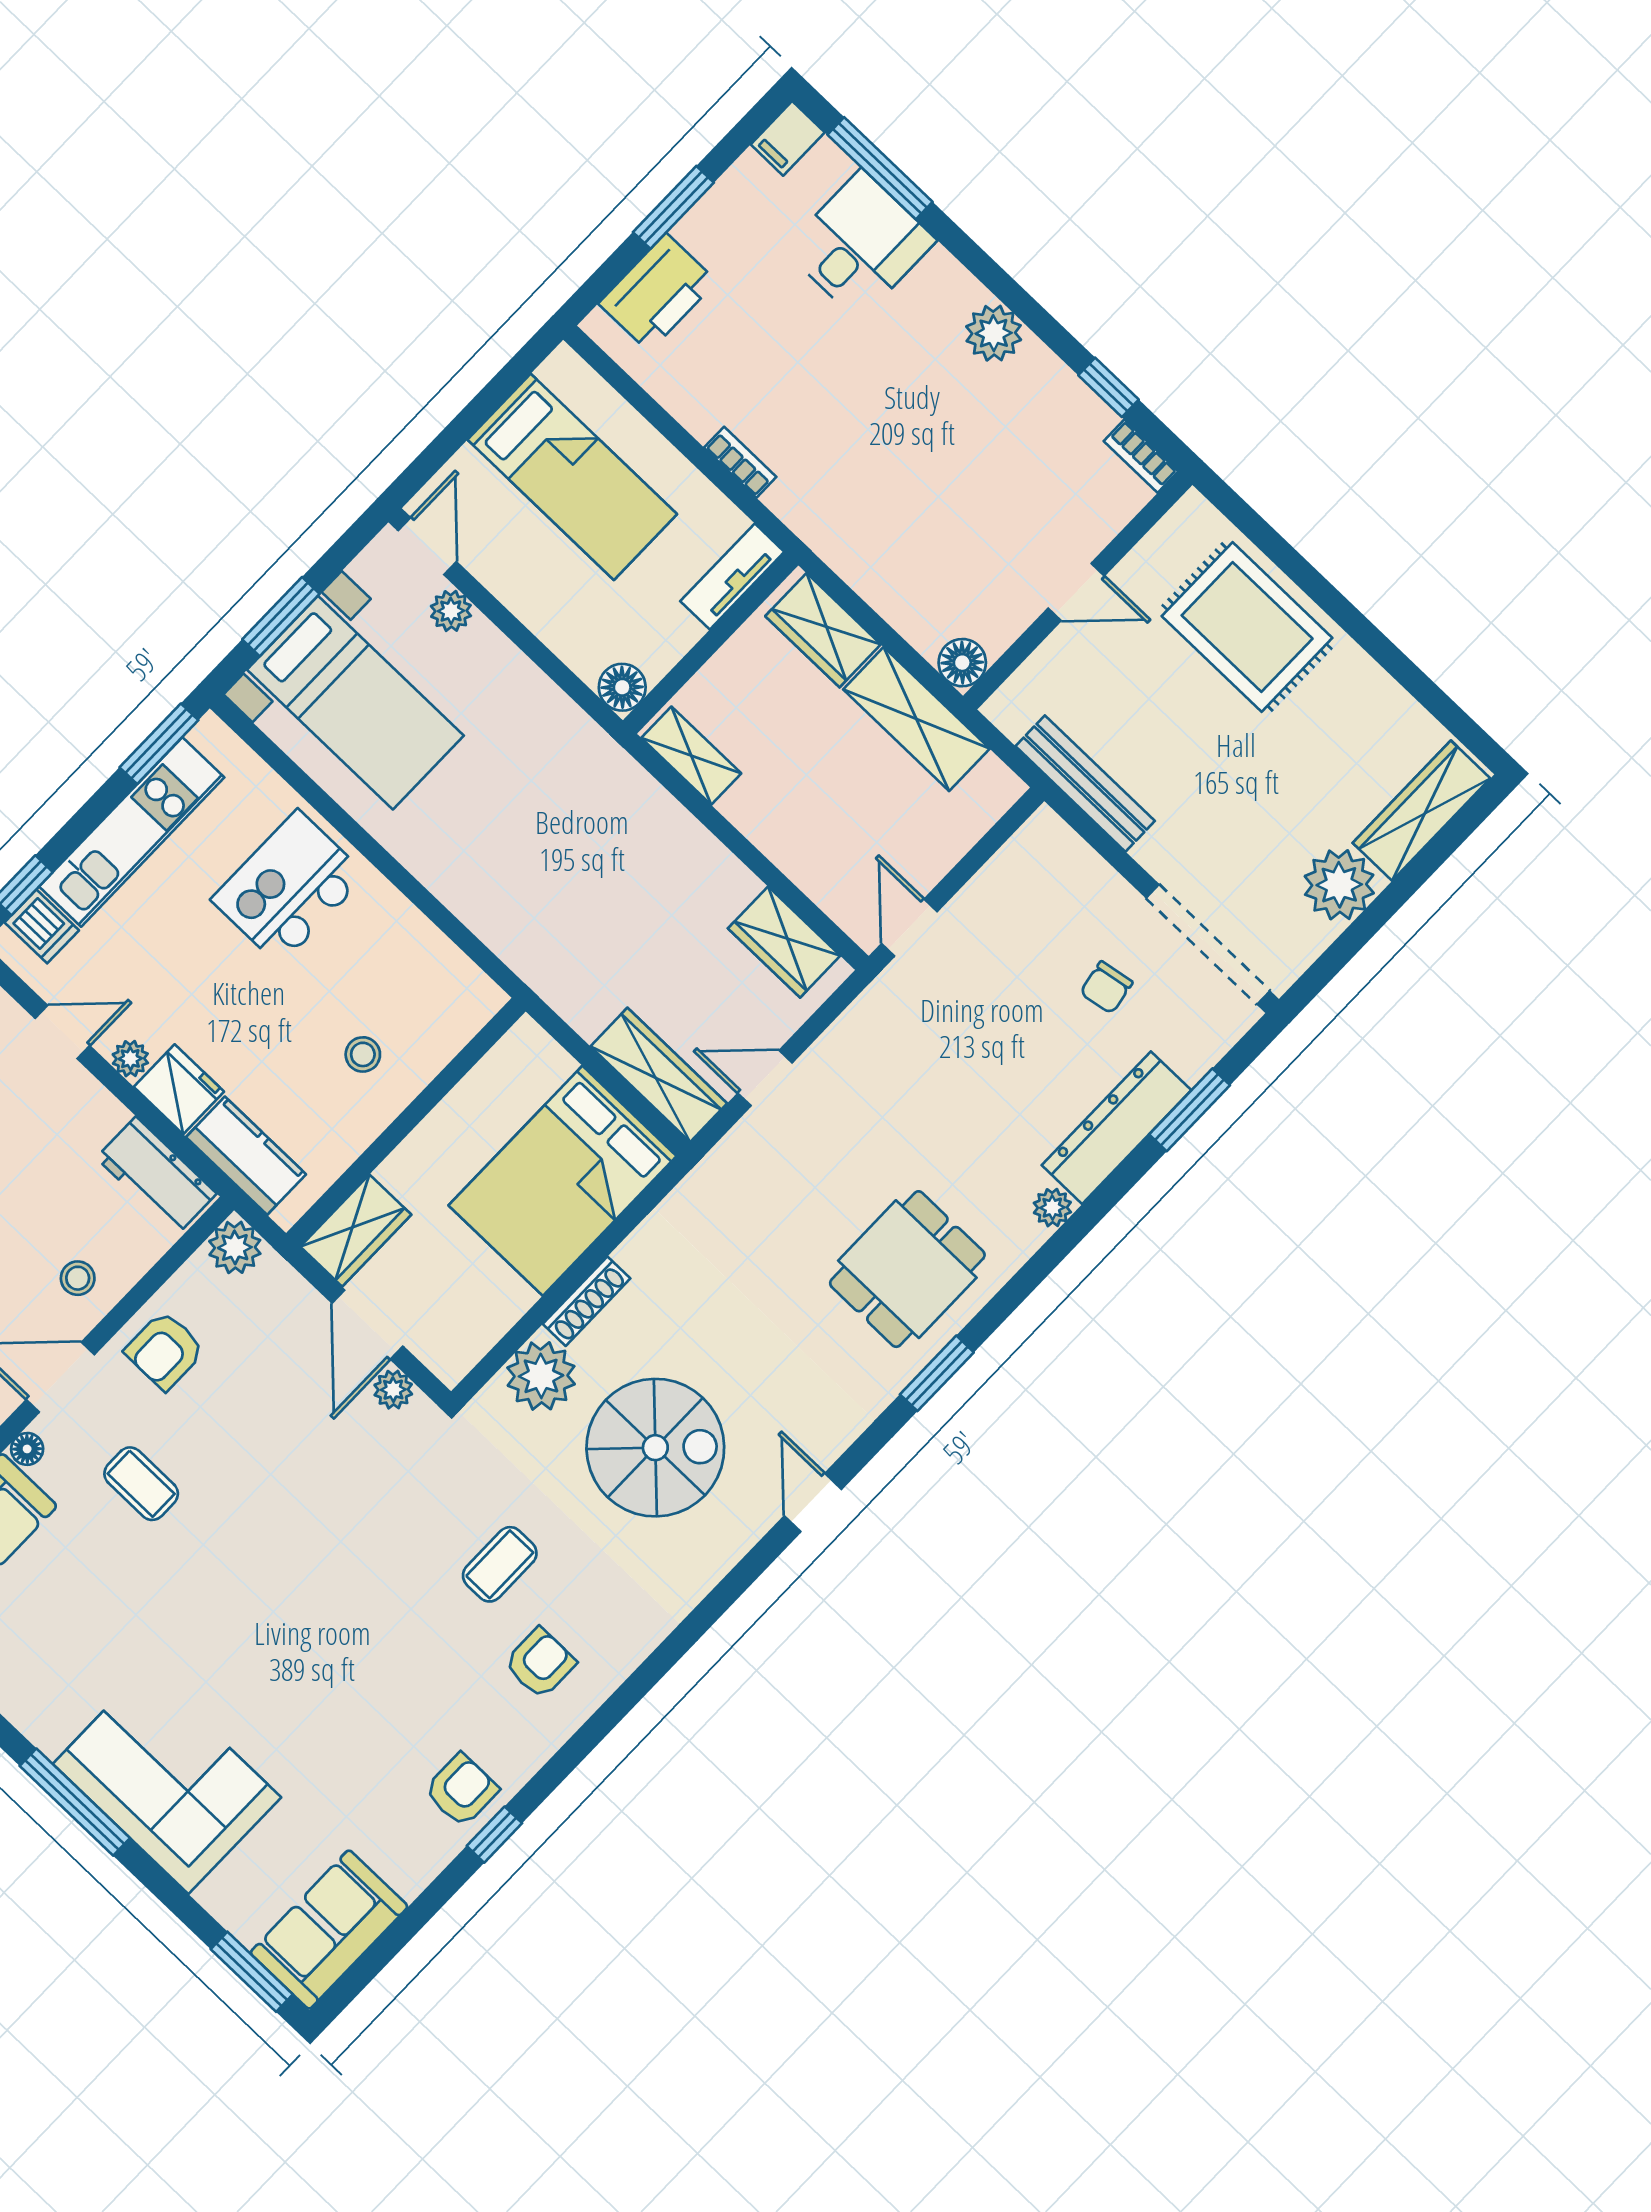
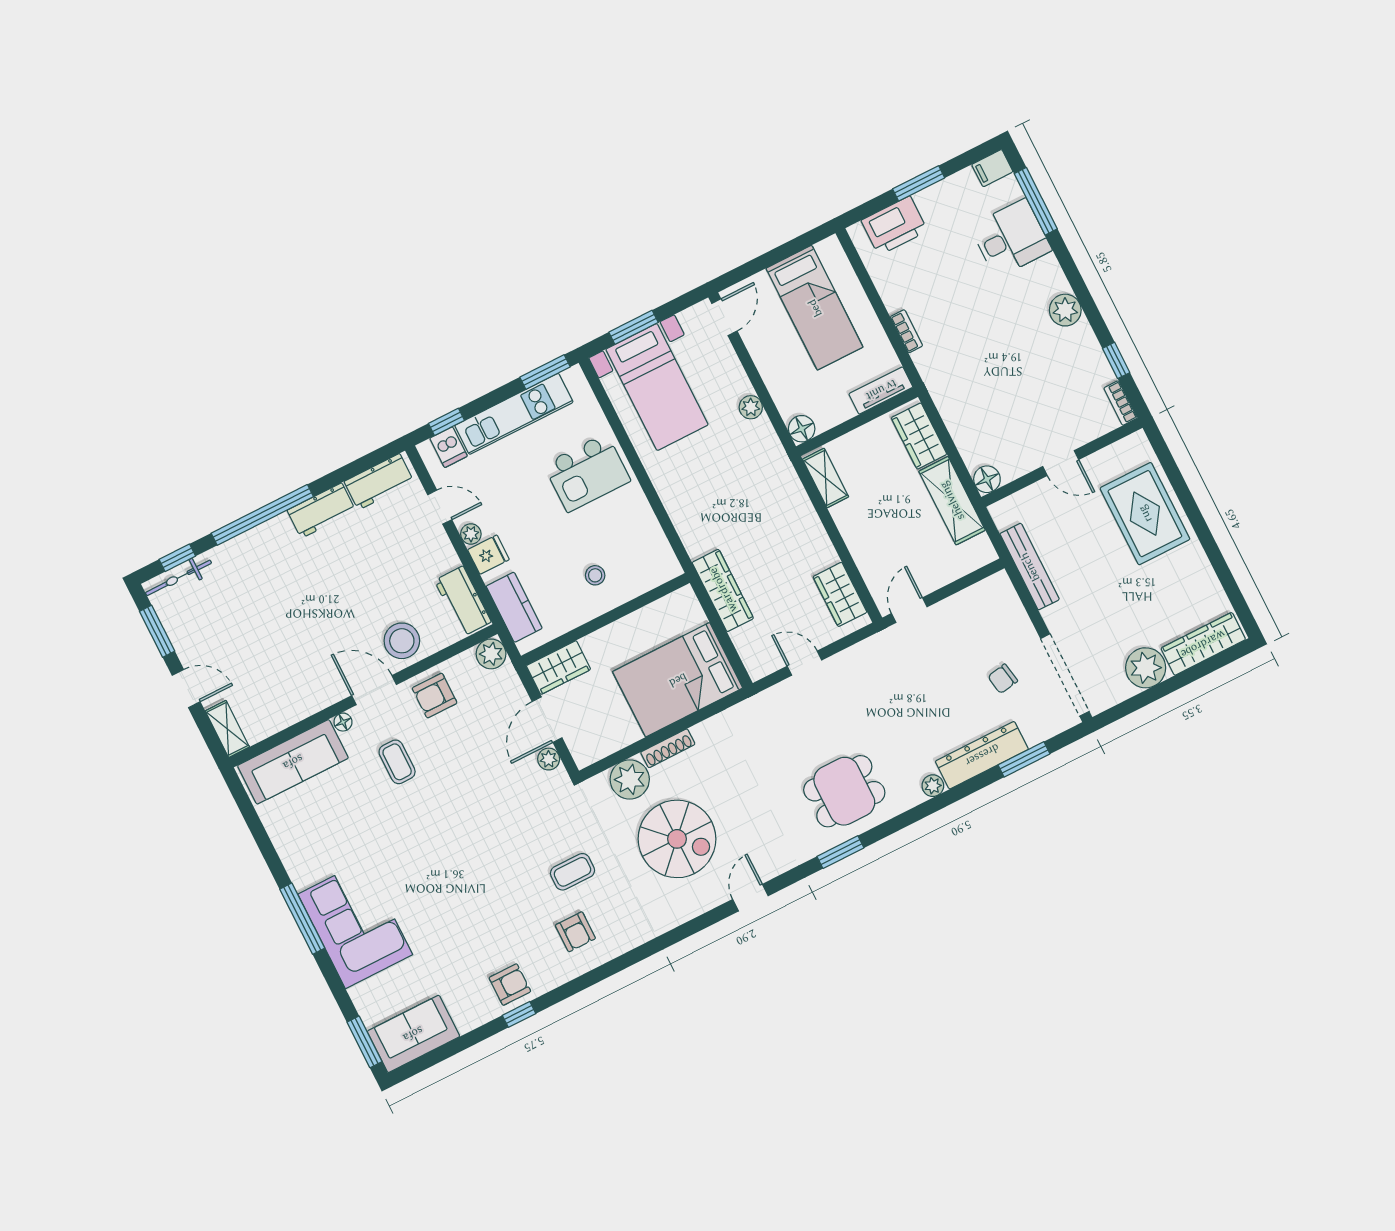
plant: (451, 611) -> (751, 407), moved
kitchen island: (289, 887) -> (587, 473), turned 180
wardrobe: (659, 1075) -> (723, 590), moved
fridge: (179, 1089) -> (488, 555), width x0.72
stool: (78, 1278) -> (402, 641), width x1.89, depth x1.89
armchair: (540, 1663) -> (575, 932), turned 90

